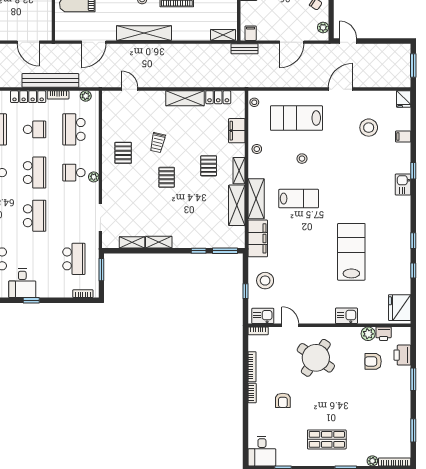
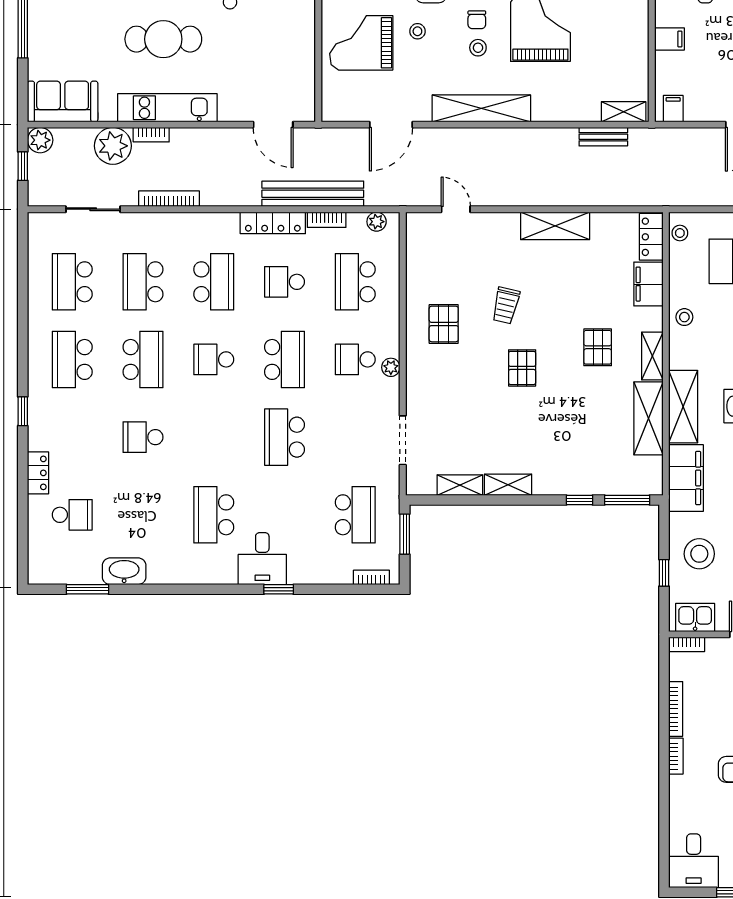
bench: (245, 49) -> (603, 137), moved
locker: (218, 97) -> (651, 237), moved, turned 90
school desk: (35, 129) -> (284, 282), turned 180
school desk: (35, 216) -> (284, 437), turned 180

